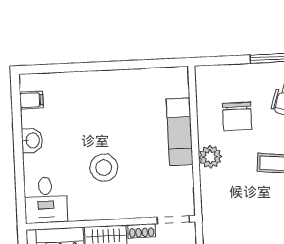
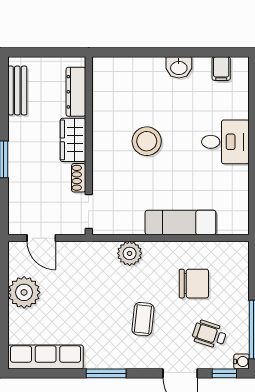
chair: (237, 116) -> (194, 284), turned 180
plant: (210, 157) -> (130, 253), moved
desk: (46, 200) -> (225, 142), moved, turned 180

